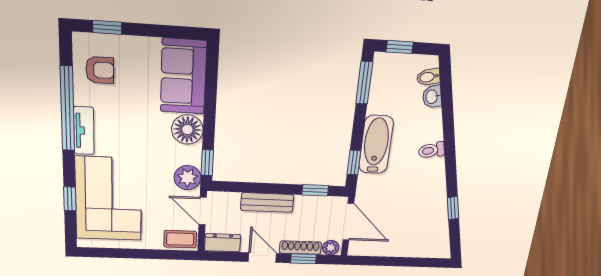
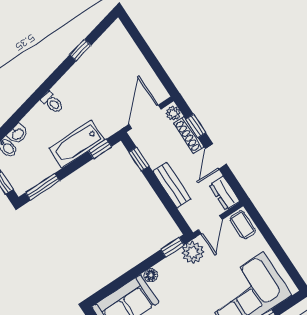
floor lamp: (187, 130) -> (151, 275), width x0.53, depth x0.53

